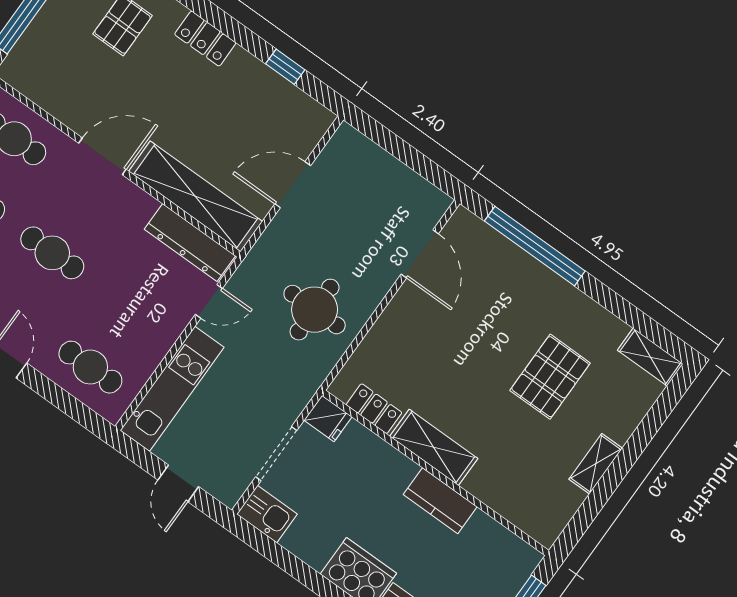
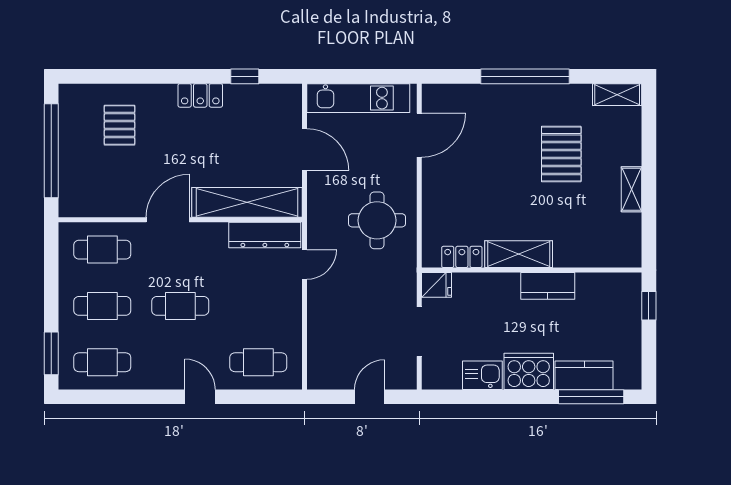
locker: (205, 39) -> (200, 95), moved
door: (293, 185) -> (305, 150), swing flipped
window: (535, 246) -> (525, 76), moved
door: (420, 254) -> (419, 135), hinge flipped
kitchen unit: (172, 389) -> (358, 98), moved, turned 90
door: (178, 483) -> (370, 397), swing flipped
kitchen sink: (267, 514) -> (482, 375), moved

